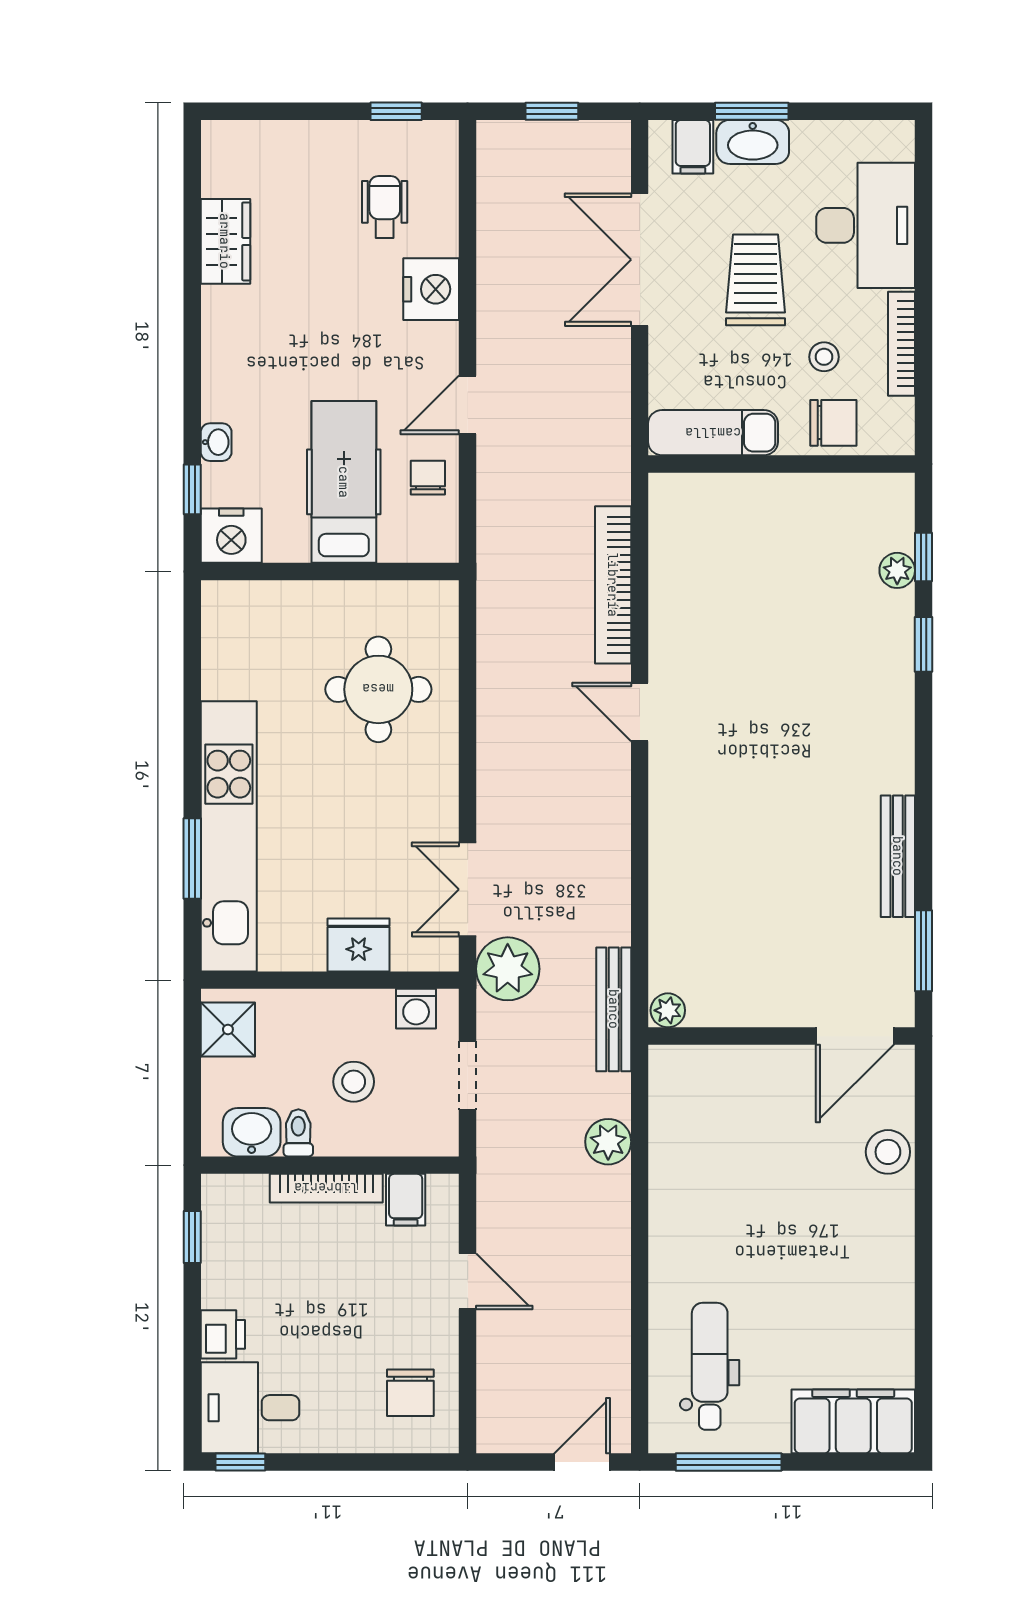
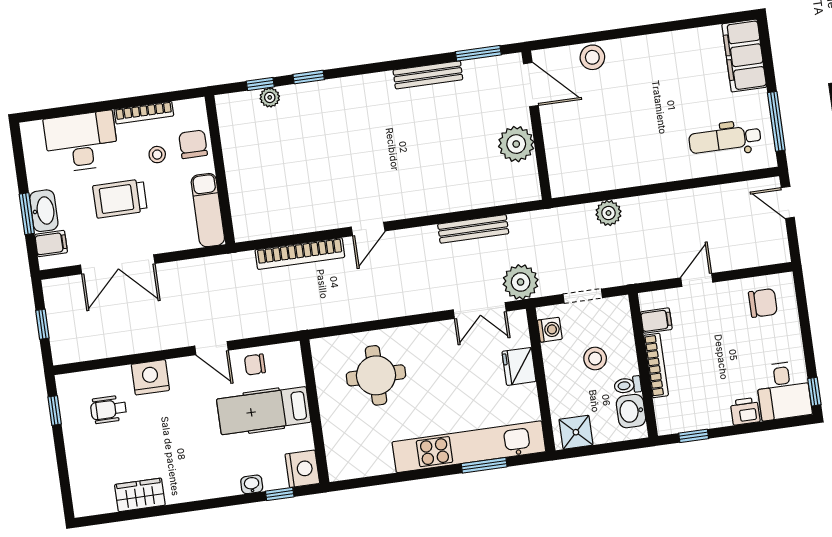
bench: (614, 1009) -> (473, 229), moved
plant: (668, 1010) -> (516, 144), moved, width x1.88, depth x1.88

